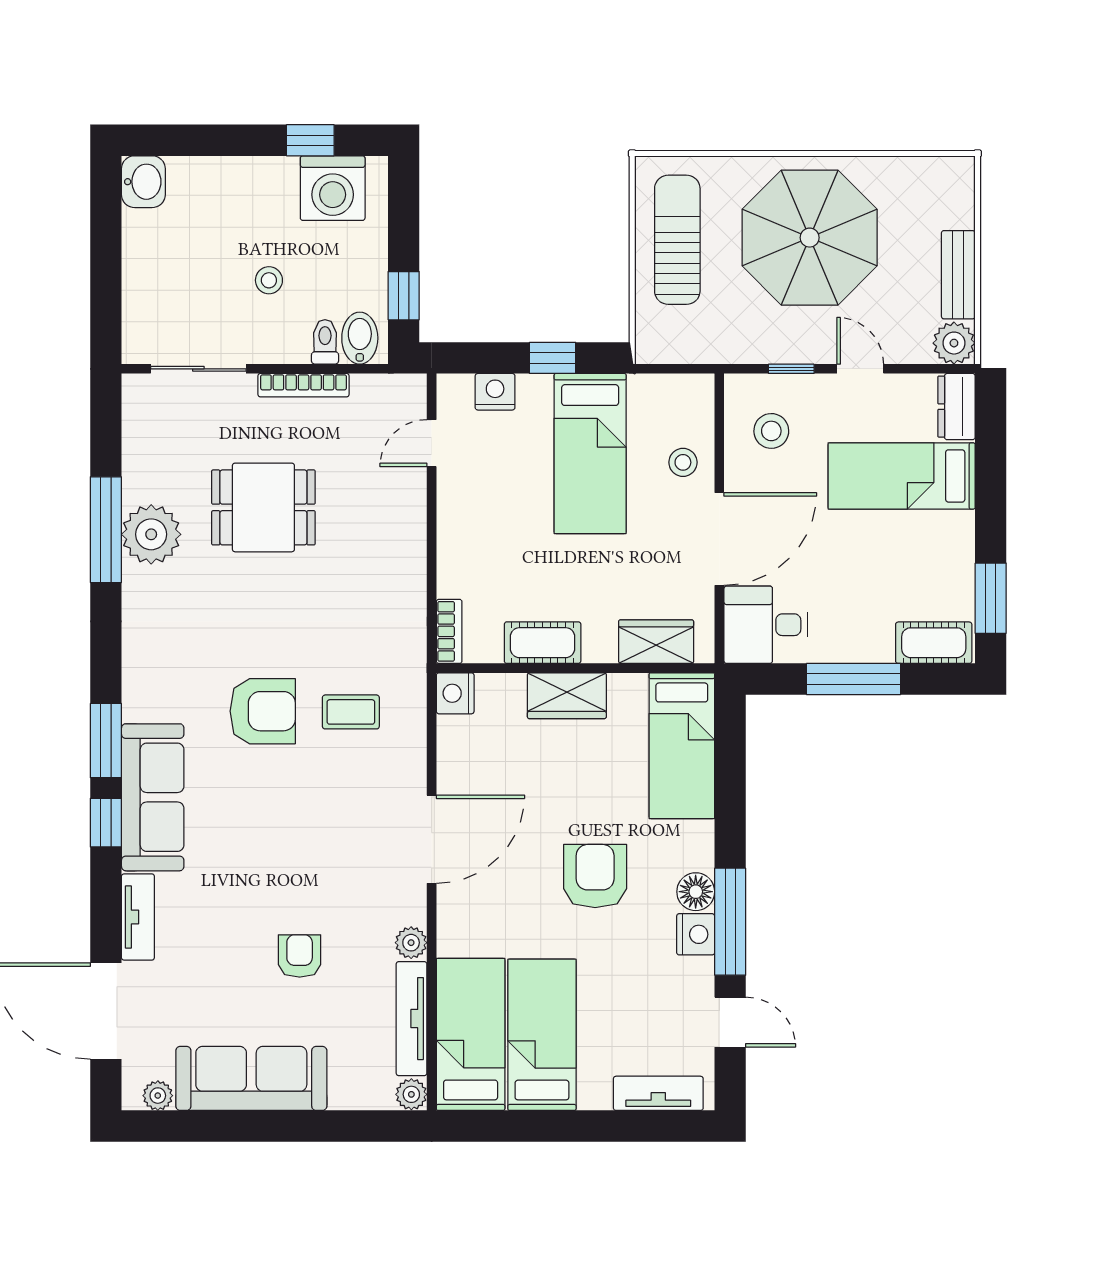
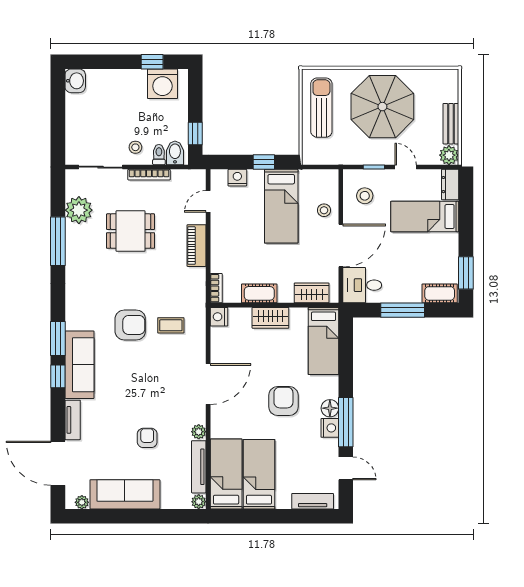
stool: (269, 280) -> (135, 147), moved
plant: (151, 534) -> (79, 210), moved
piano: (407, 539) -> (197, 246), added

